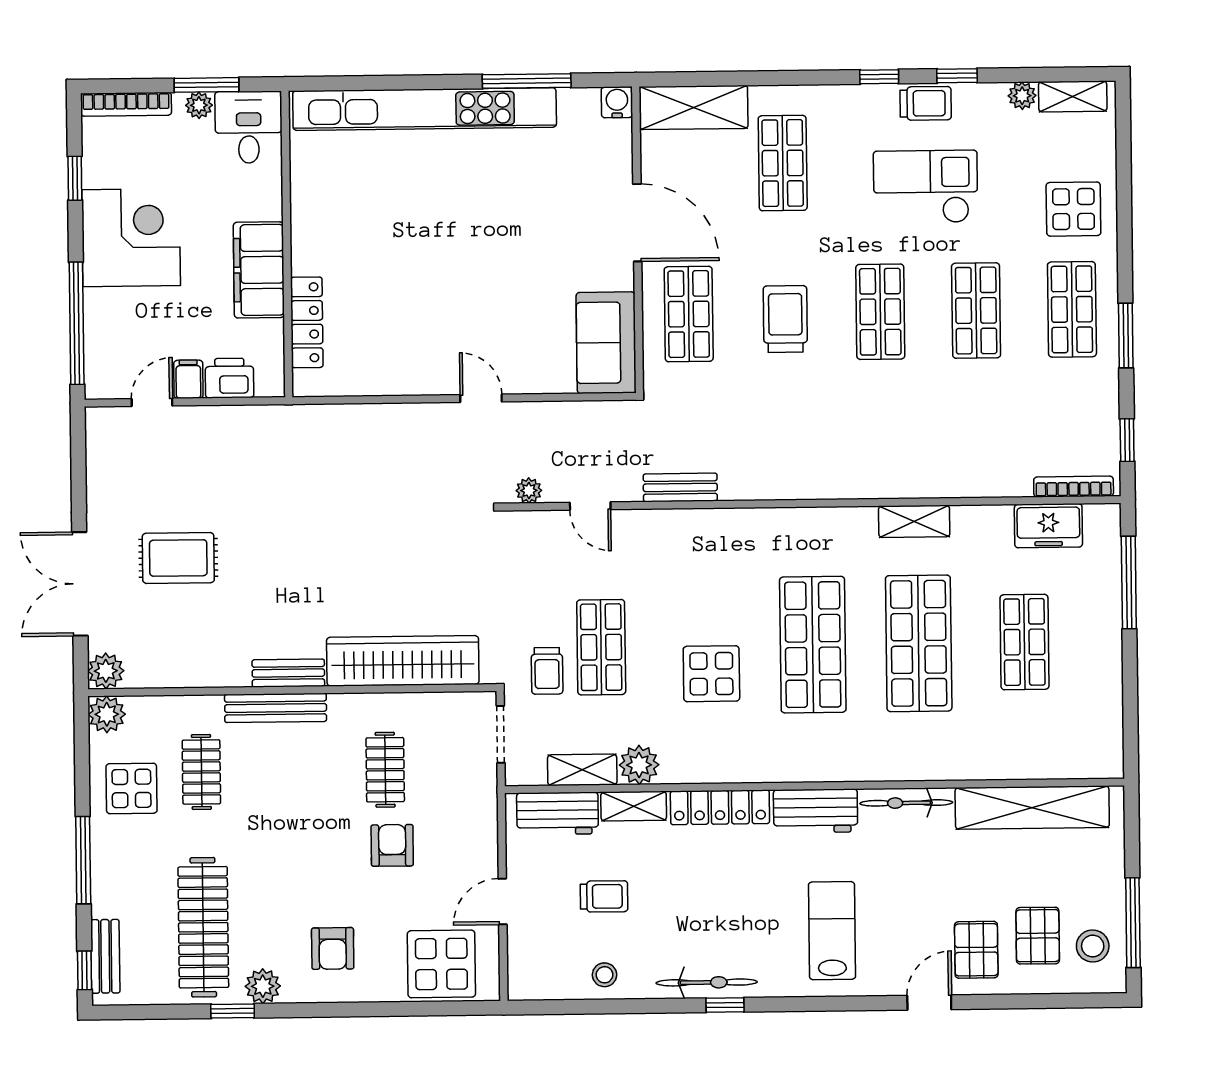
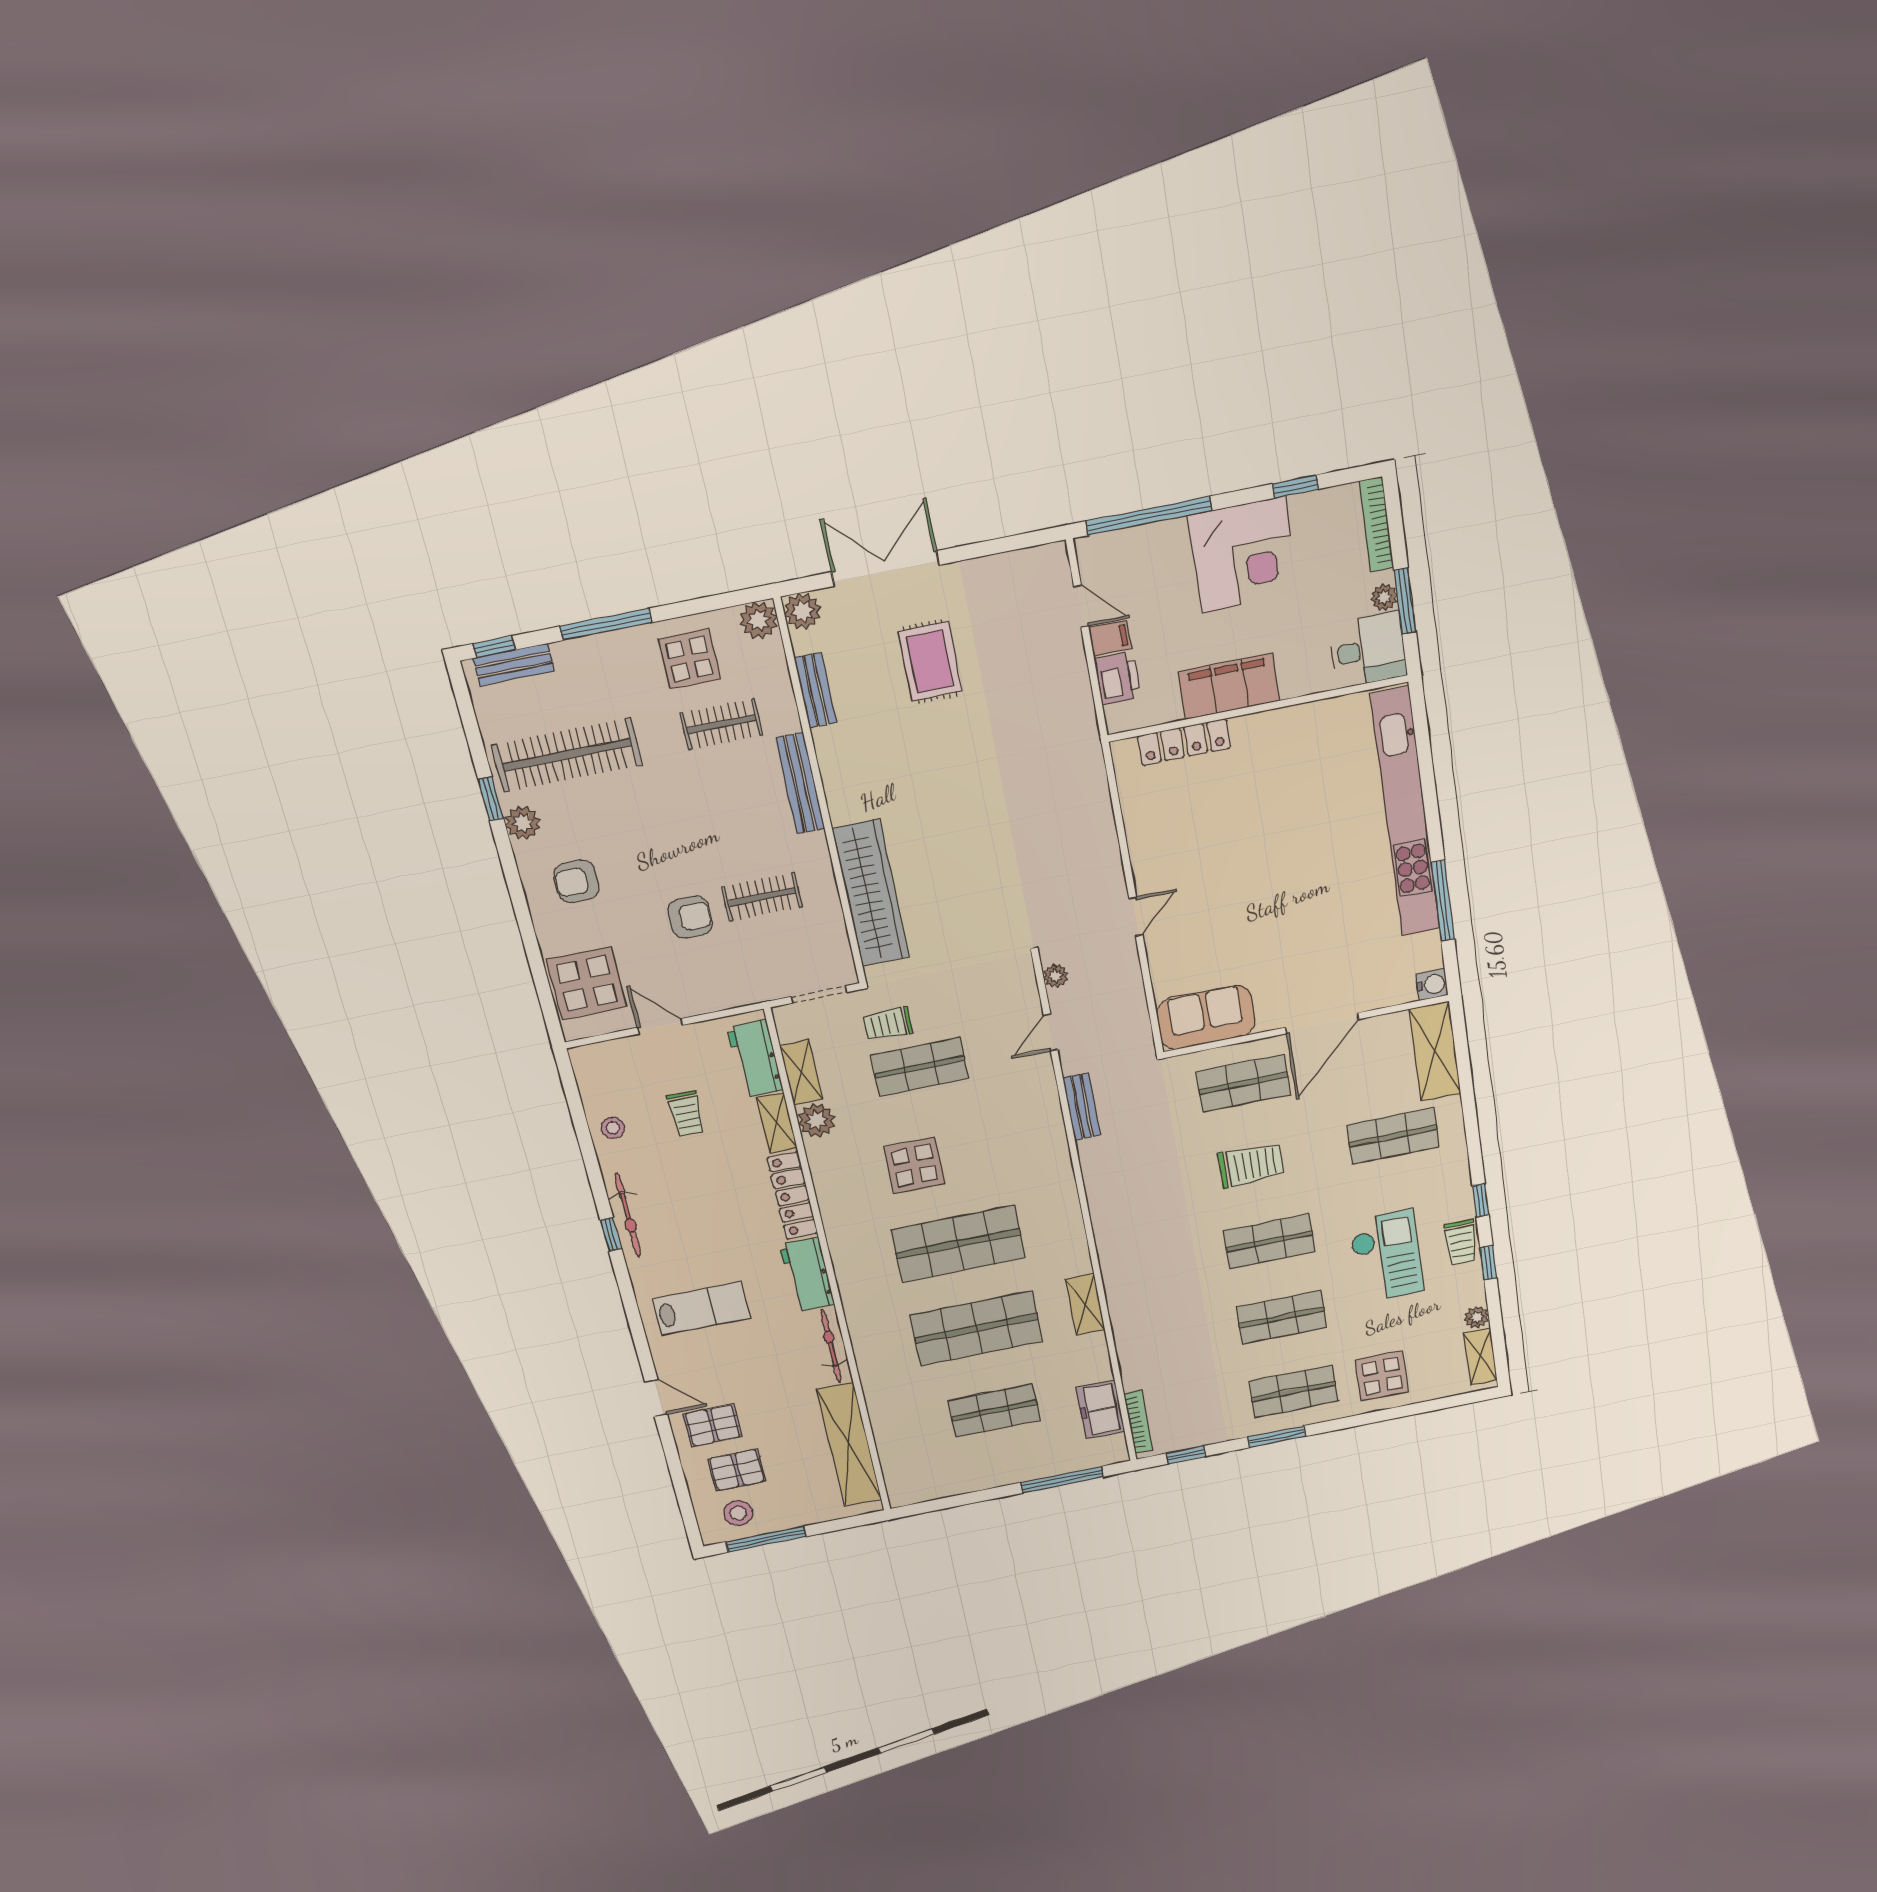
bench: (288, 673) -> (815, 690), moved

